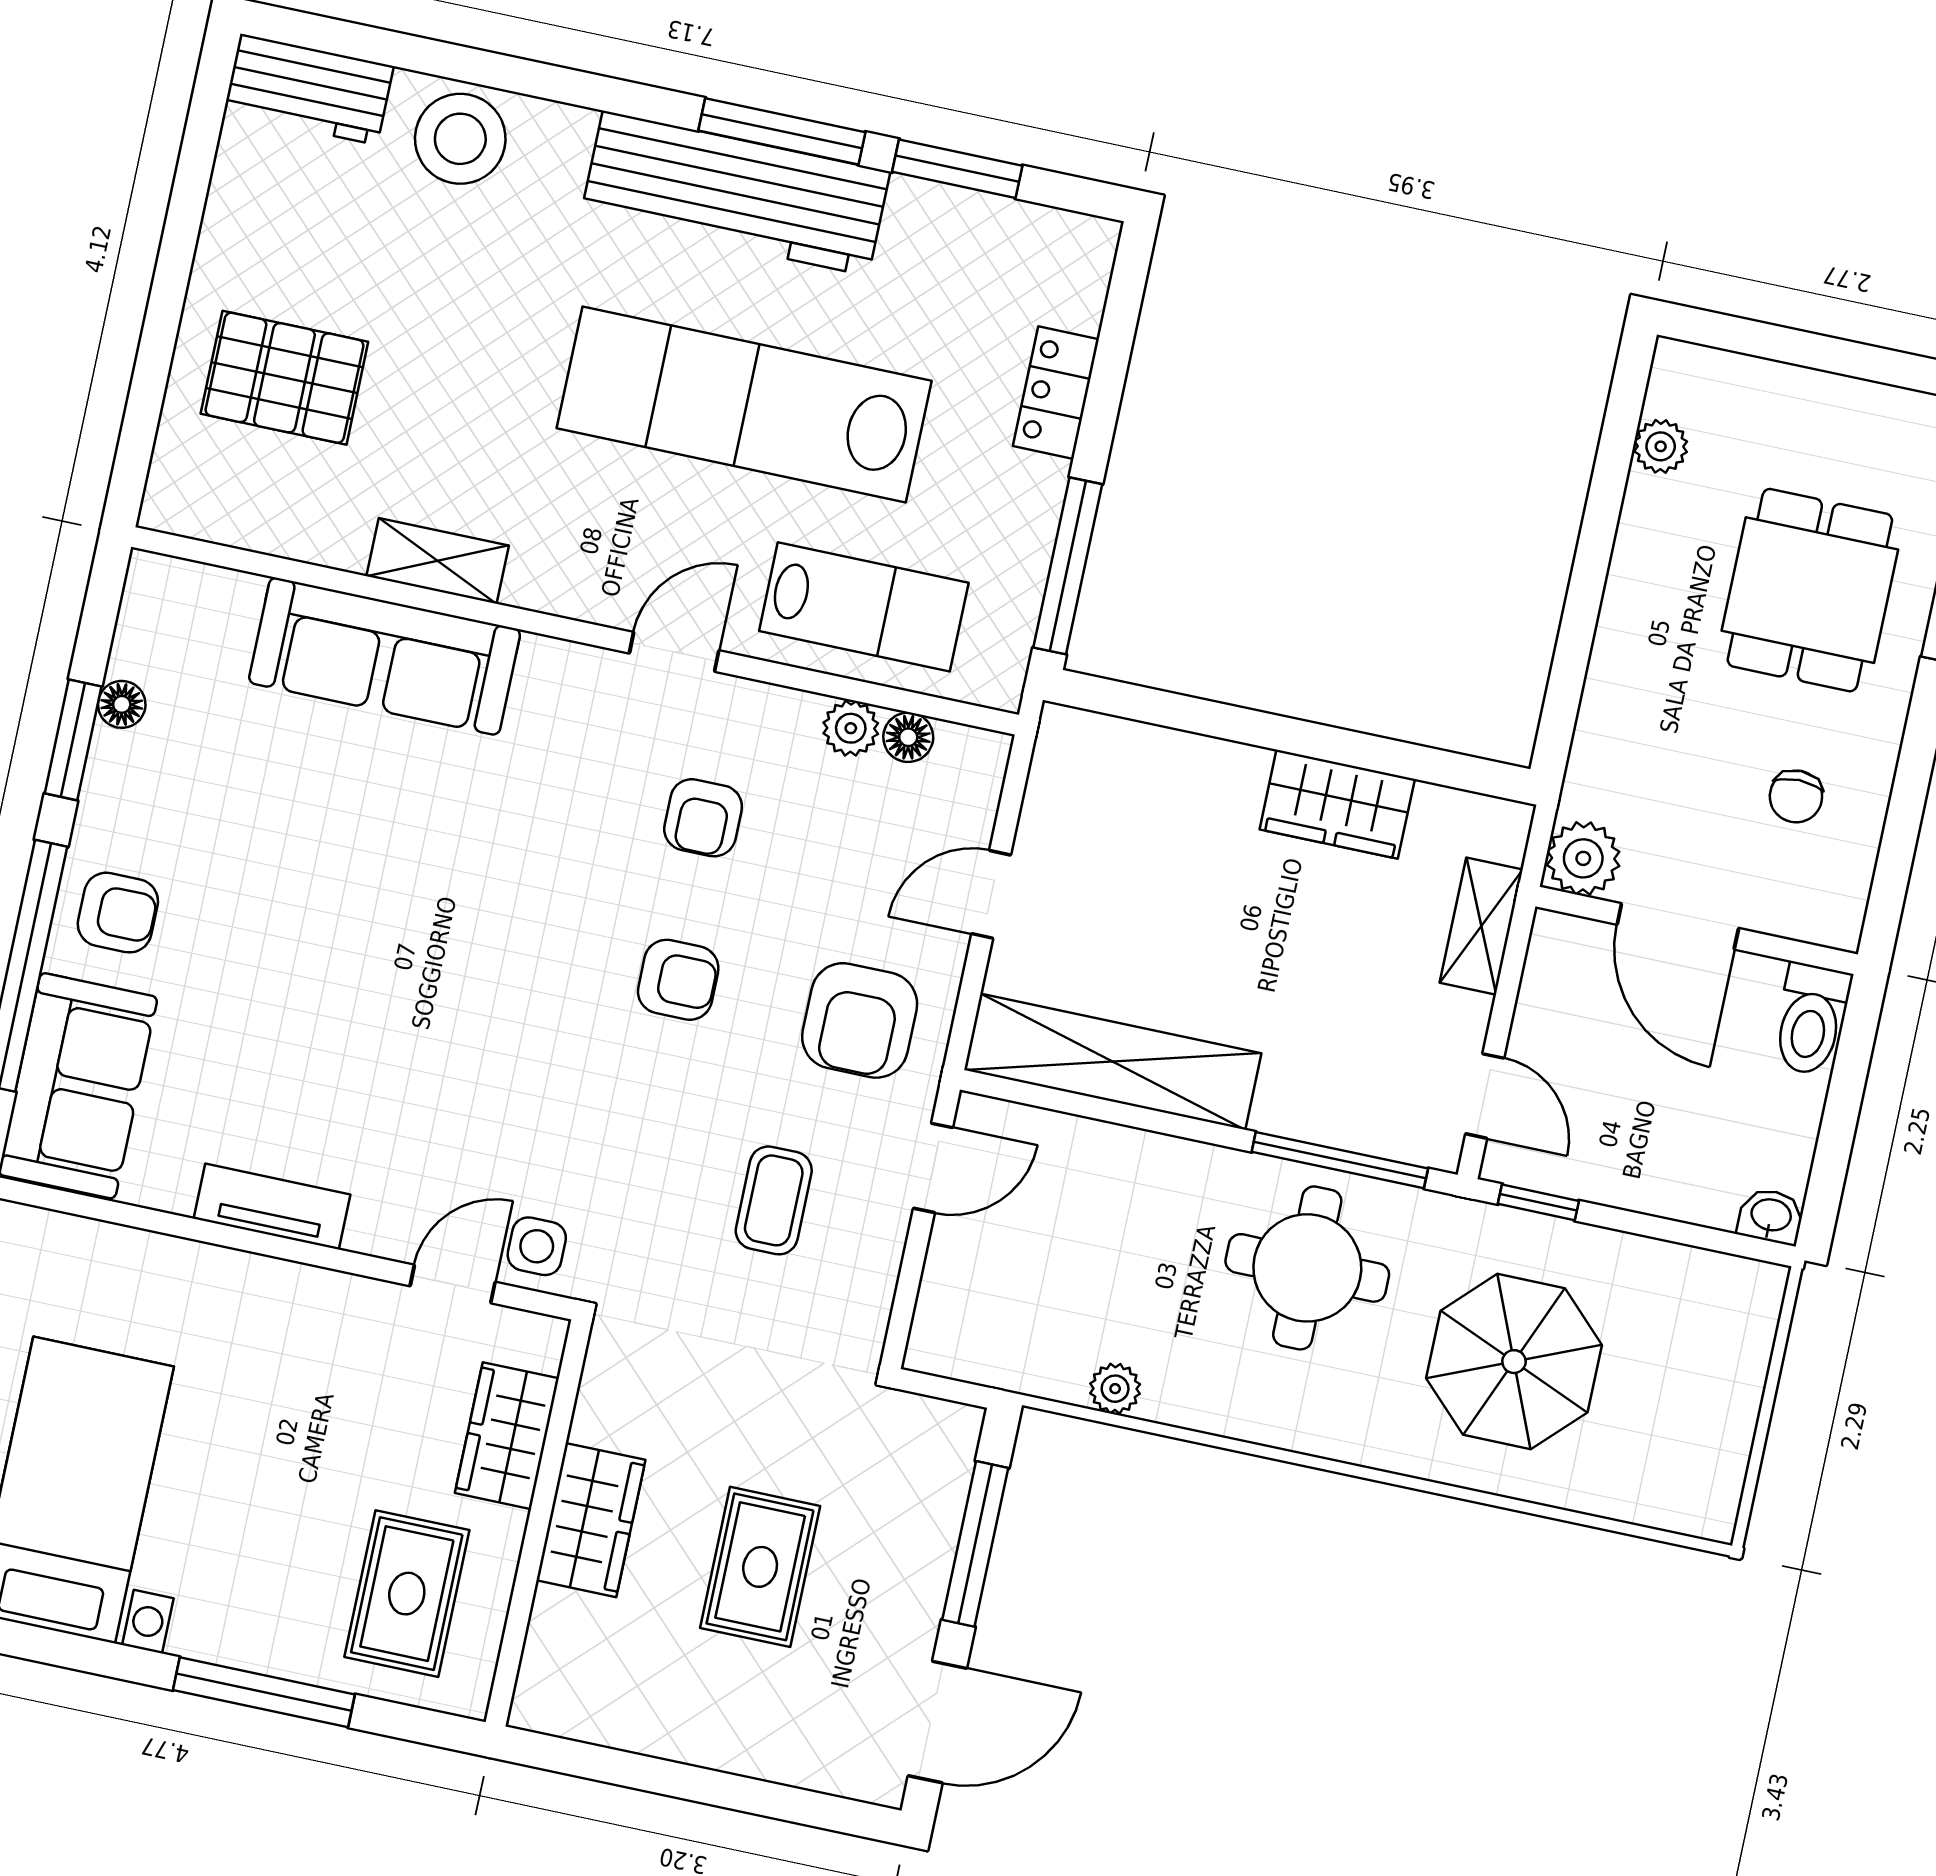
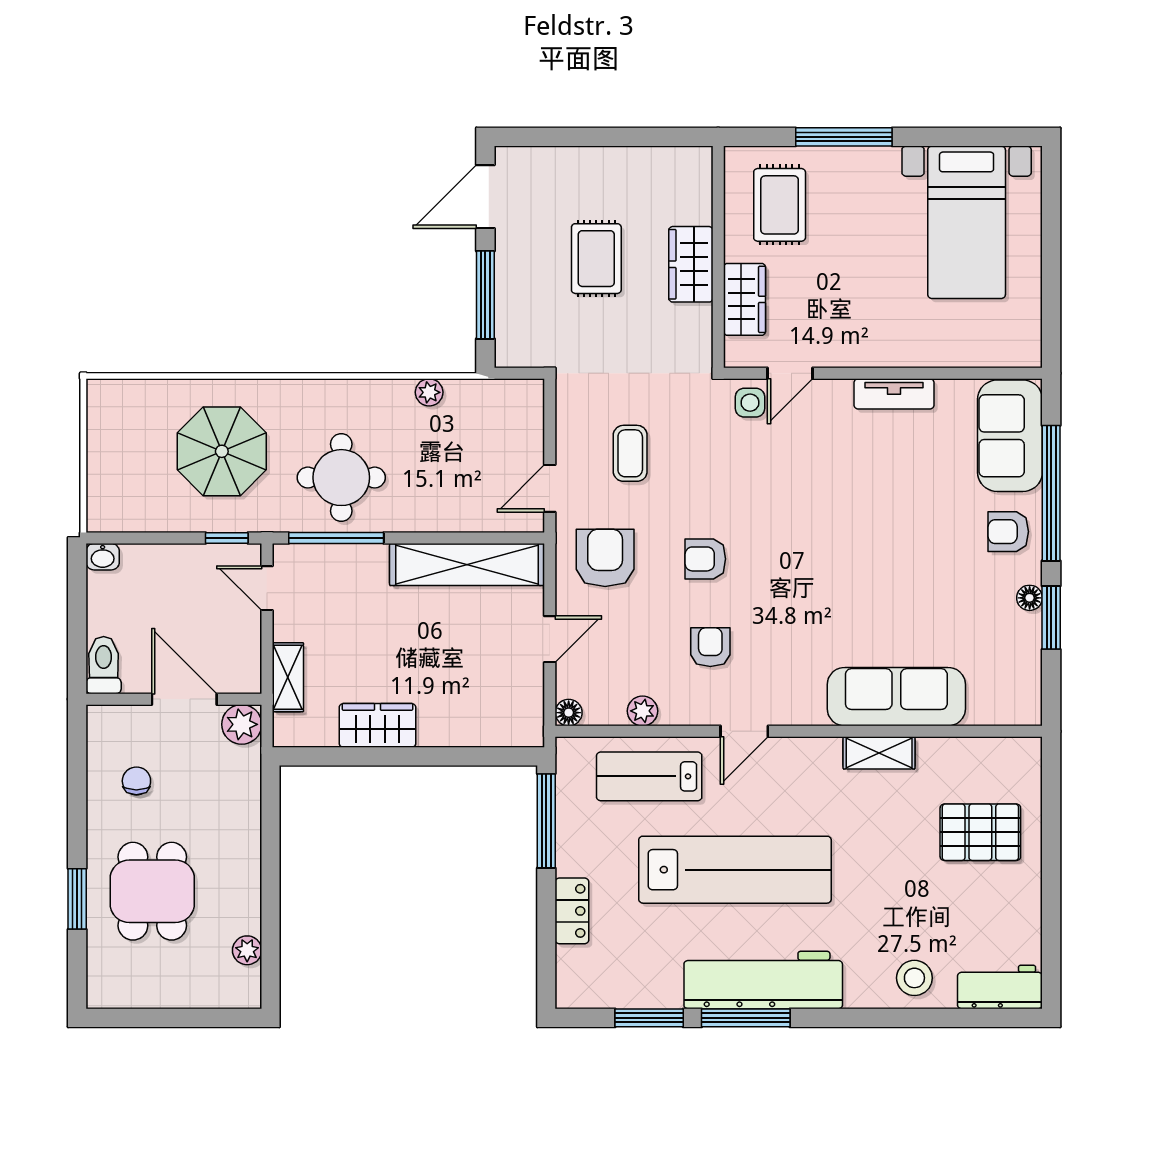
stool: (460, 139) -> (914, 978), width x0.73, depth x0.73
floor lamp: (122, 704) -> (1030, 598), moved
floor lamp: (908, 737) -> (569, 713), moved

